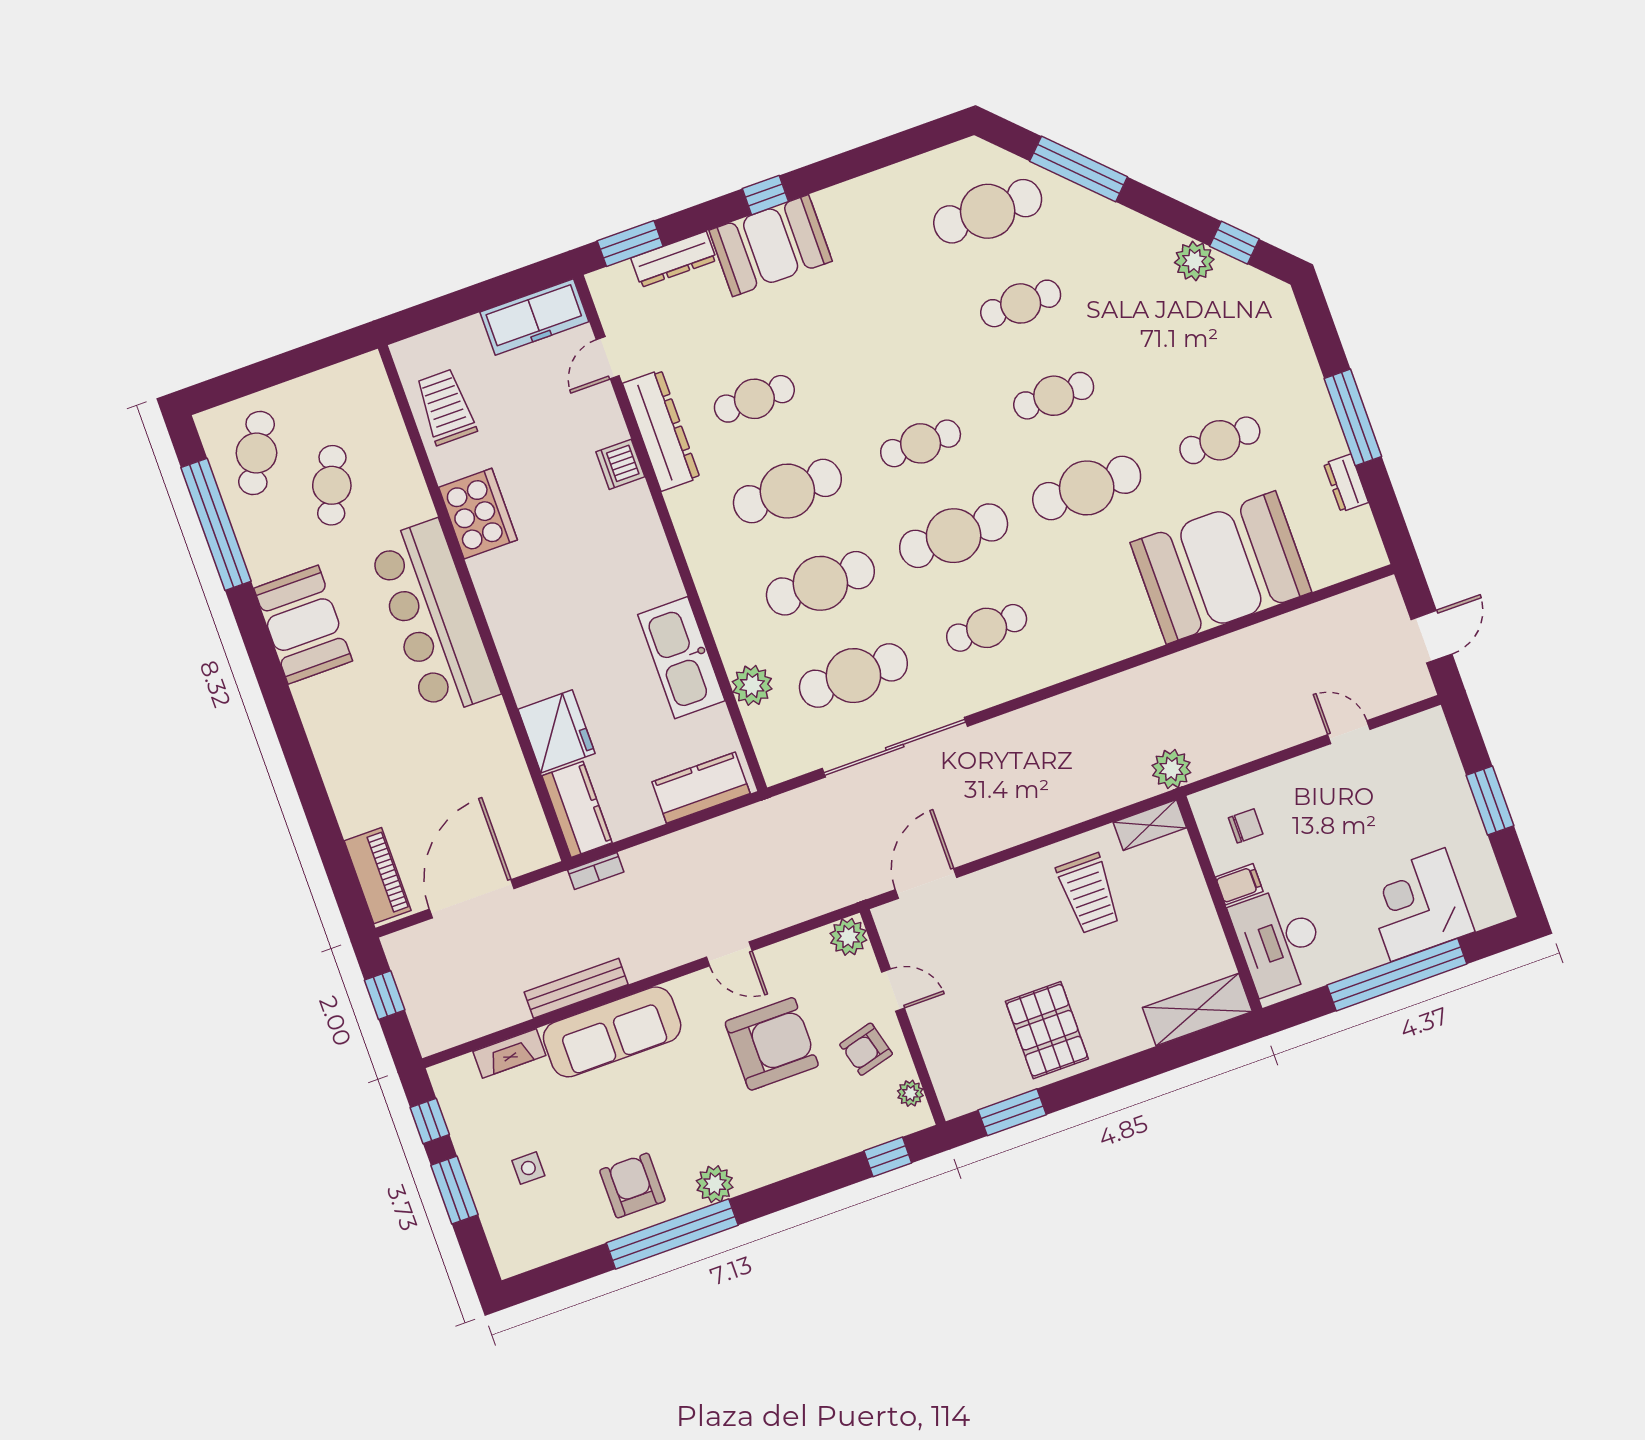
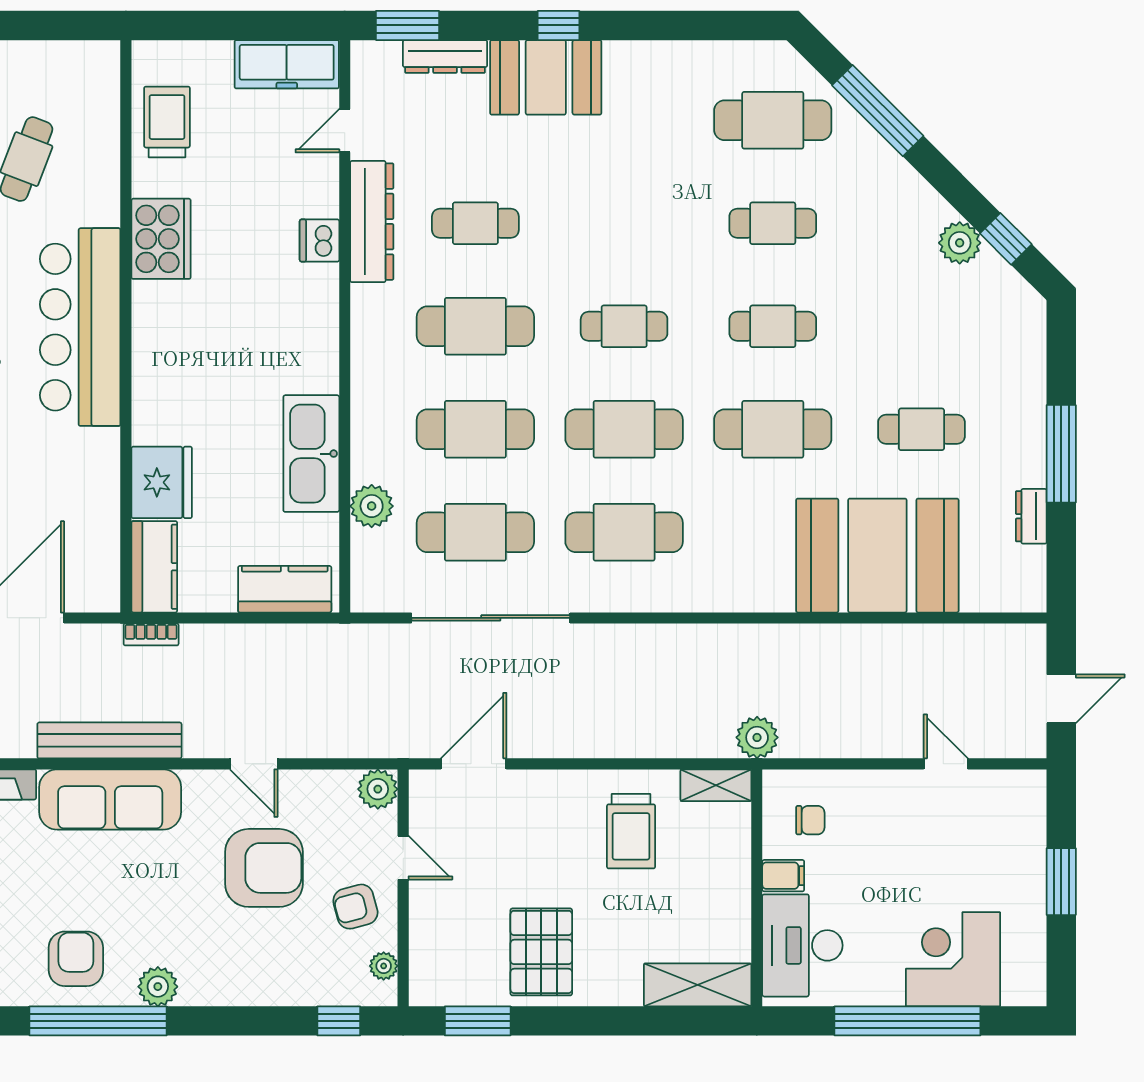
cafe table: (987, 628) -> (624, 532), width x1.37, depth x1.35
bench: (576, 988) -> (109, 740), width x1.37, depth x1.21

